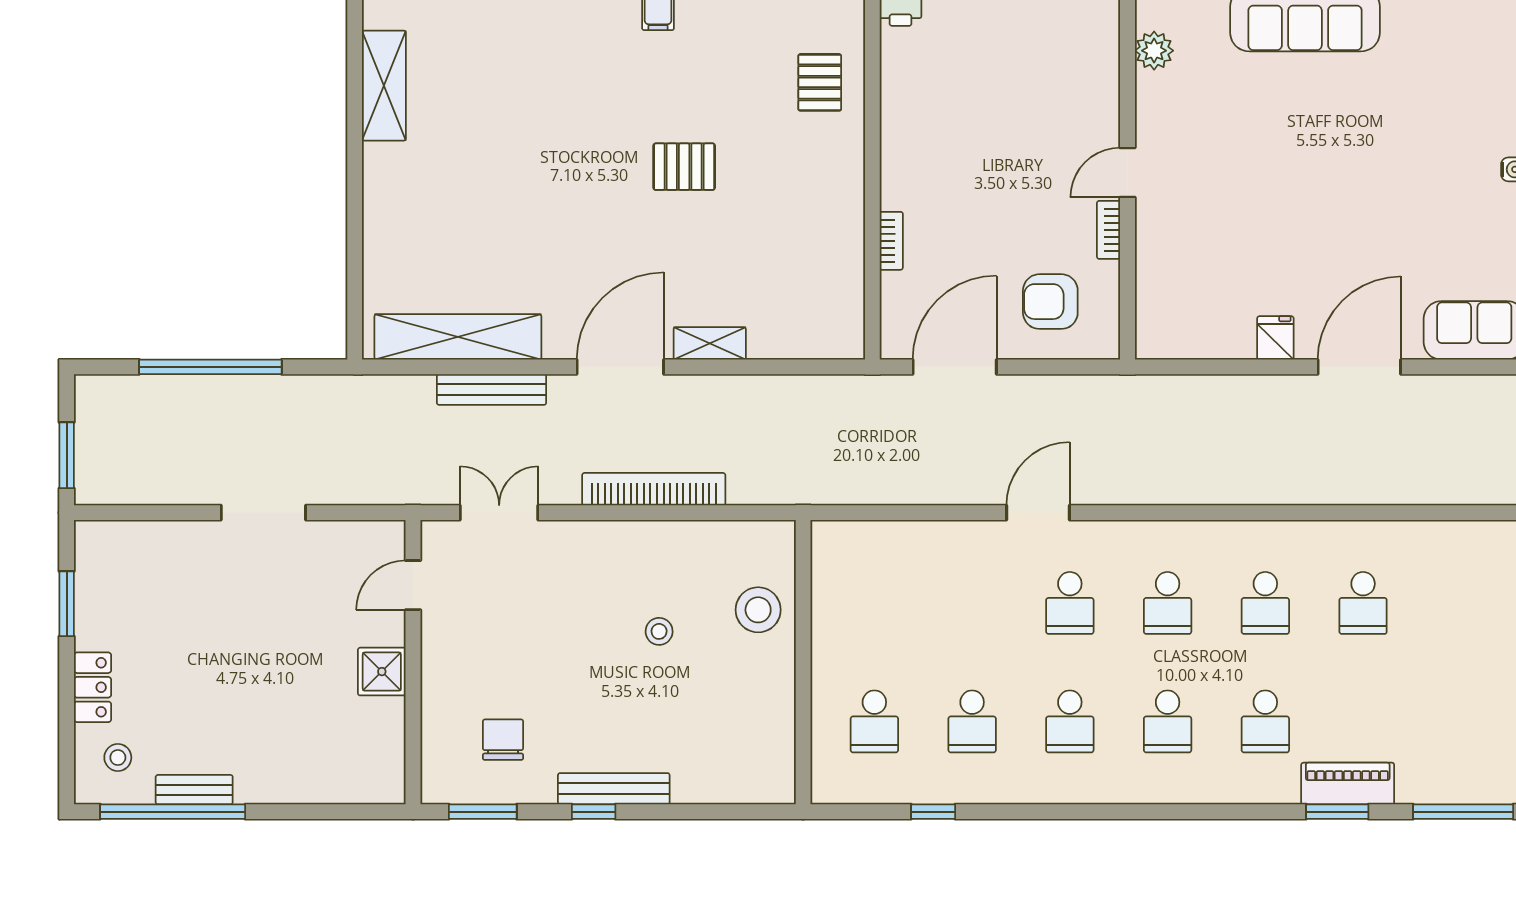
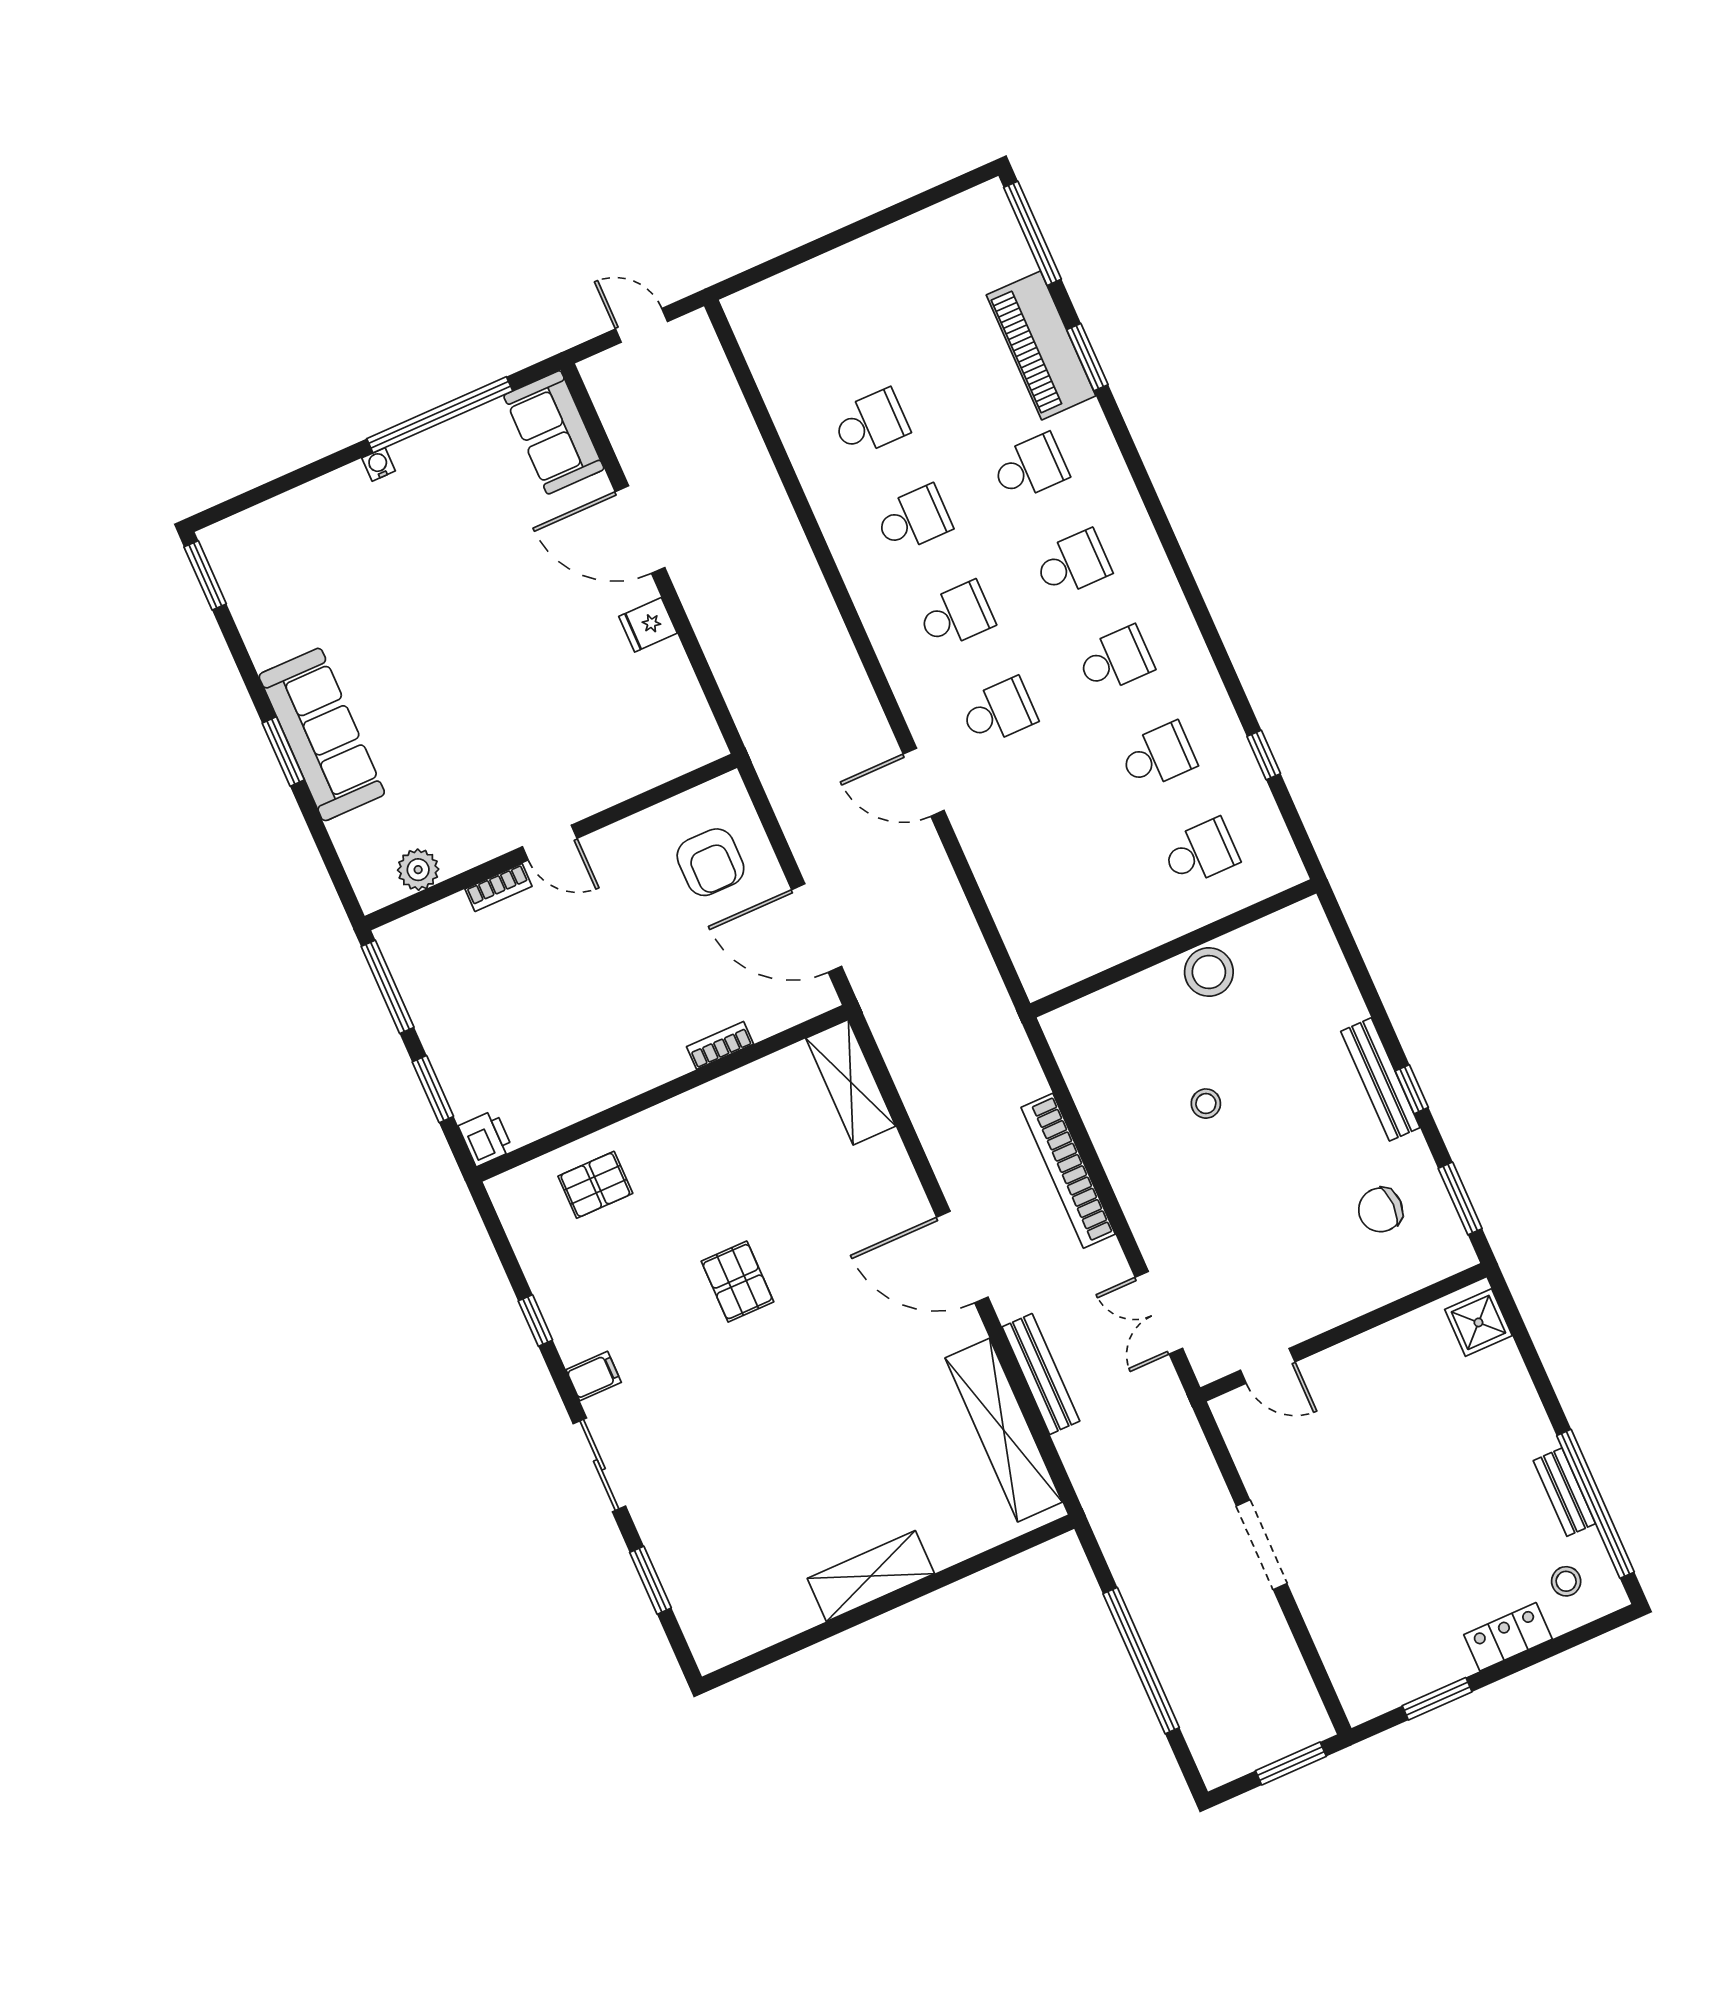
shelving: (384, 86) -> (871, 1576), moved
bookcase: (1109, 230) -> (499, 888), moved
shelving: (710, 343) -> (851, 1082), moved, width x1.50, depth x1.33
stool: (758, 610) -> (1209, 972), moved
shower: (382, 672) -> (1478, 1322), moved
piano: (1348, 784) -> (1041, 345), width x1.37, depth x1.33

